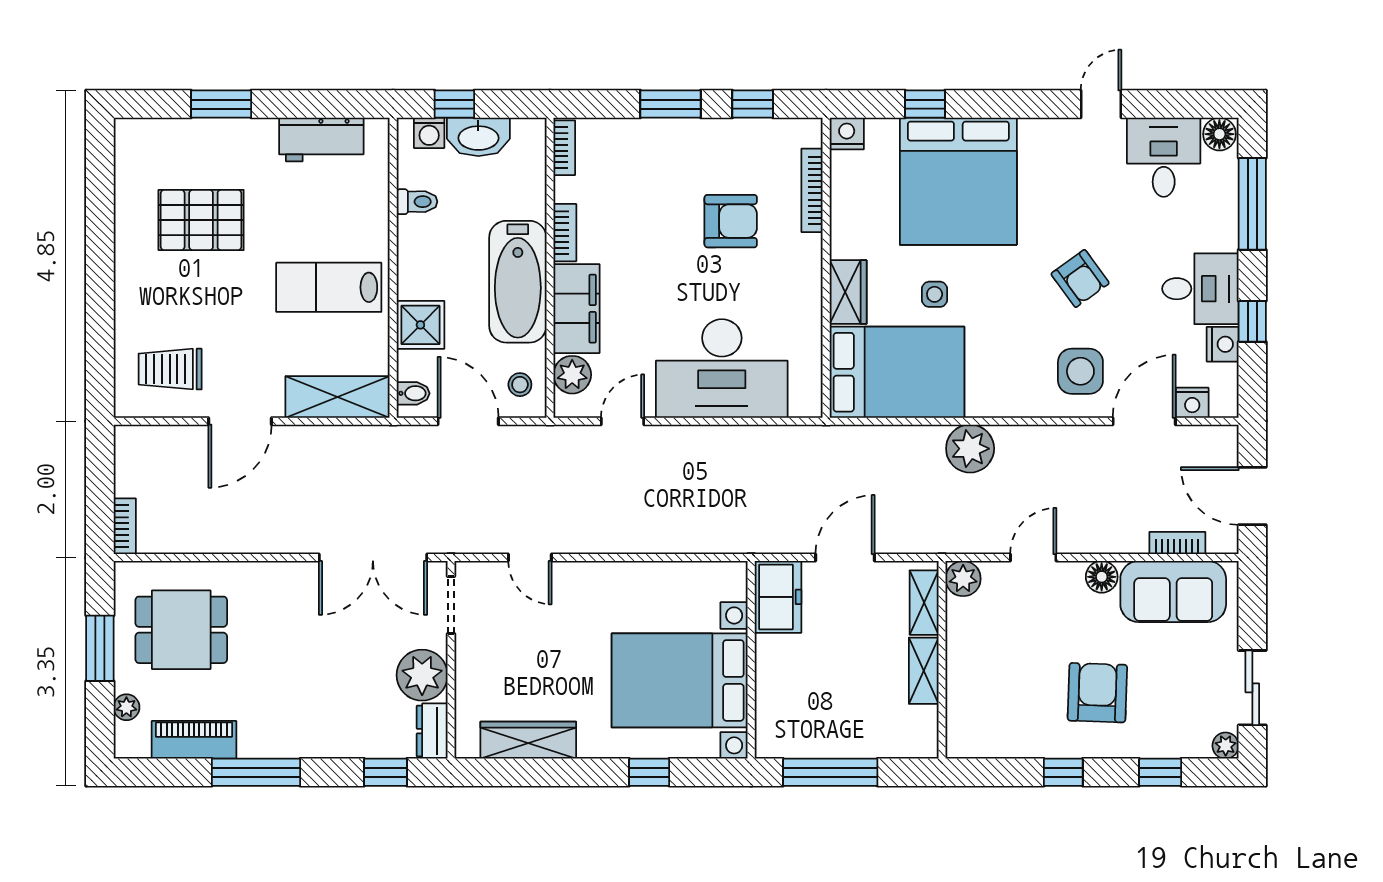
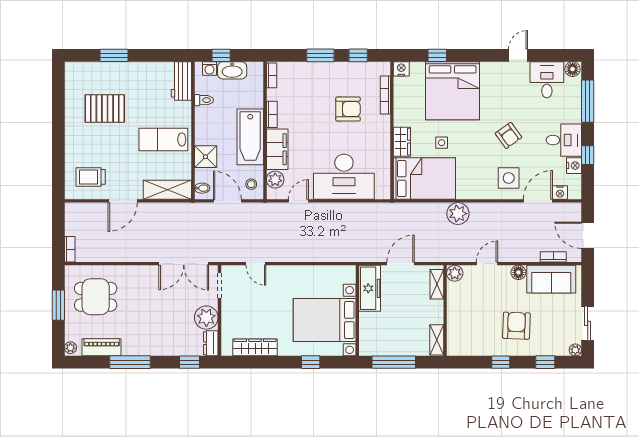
workbench: (321, 140) -> (181, 81), moved, turned 90
freezer: (778, 597) -> (370, 288), width x1.40
shelving: (924, 671) -> (437, 340), moved
plant: (126, 707) -> (70, 348), moved

